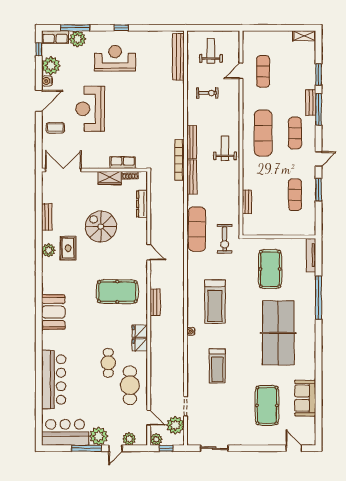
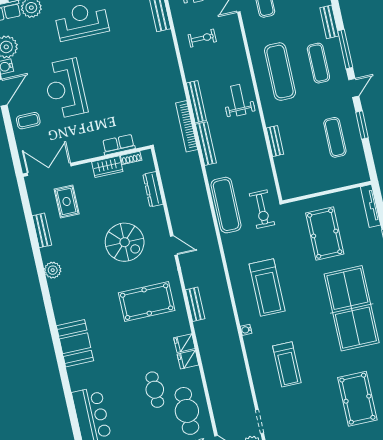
window: (319, 109) -> (345, 49), moved
bench: (247, 202) -> (275, 141), moved
spiral stairs: (101, 226) -> (125, 242), moved, turned 180
rug: (68, 248) -> (67, 201), moved

